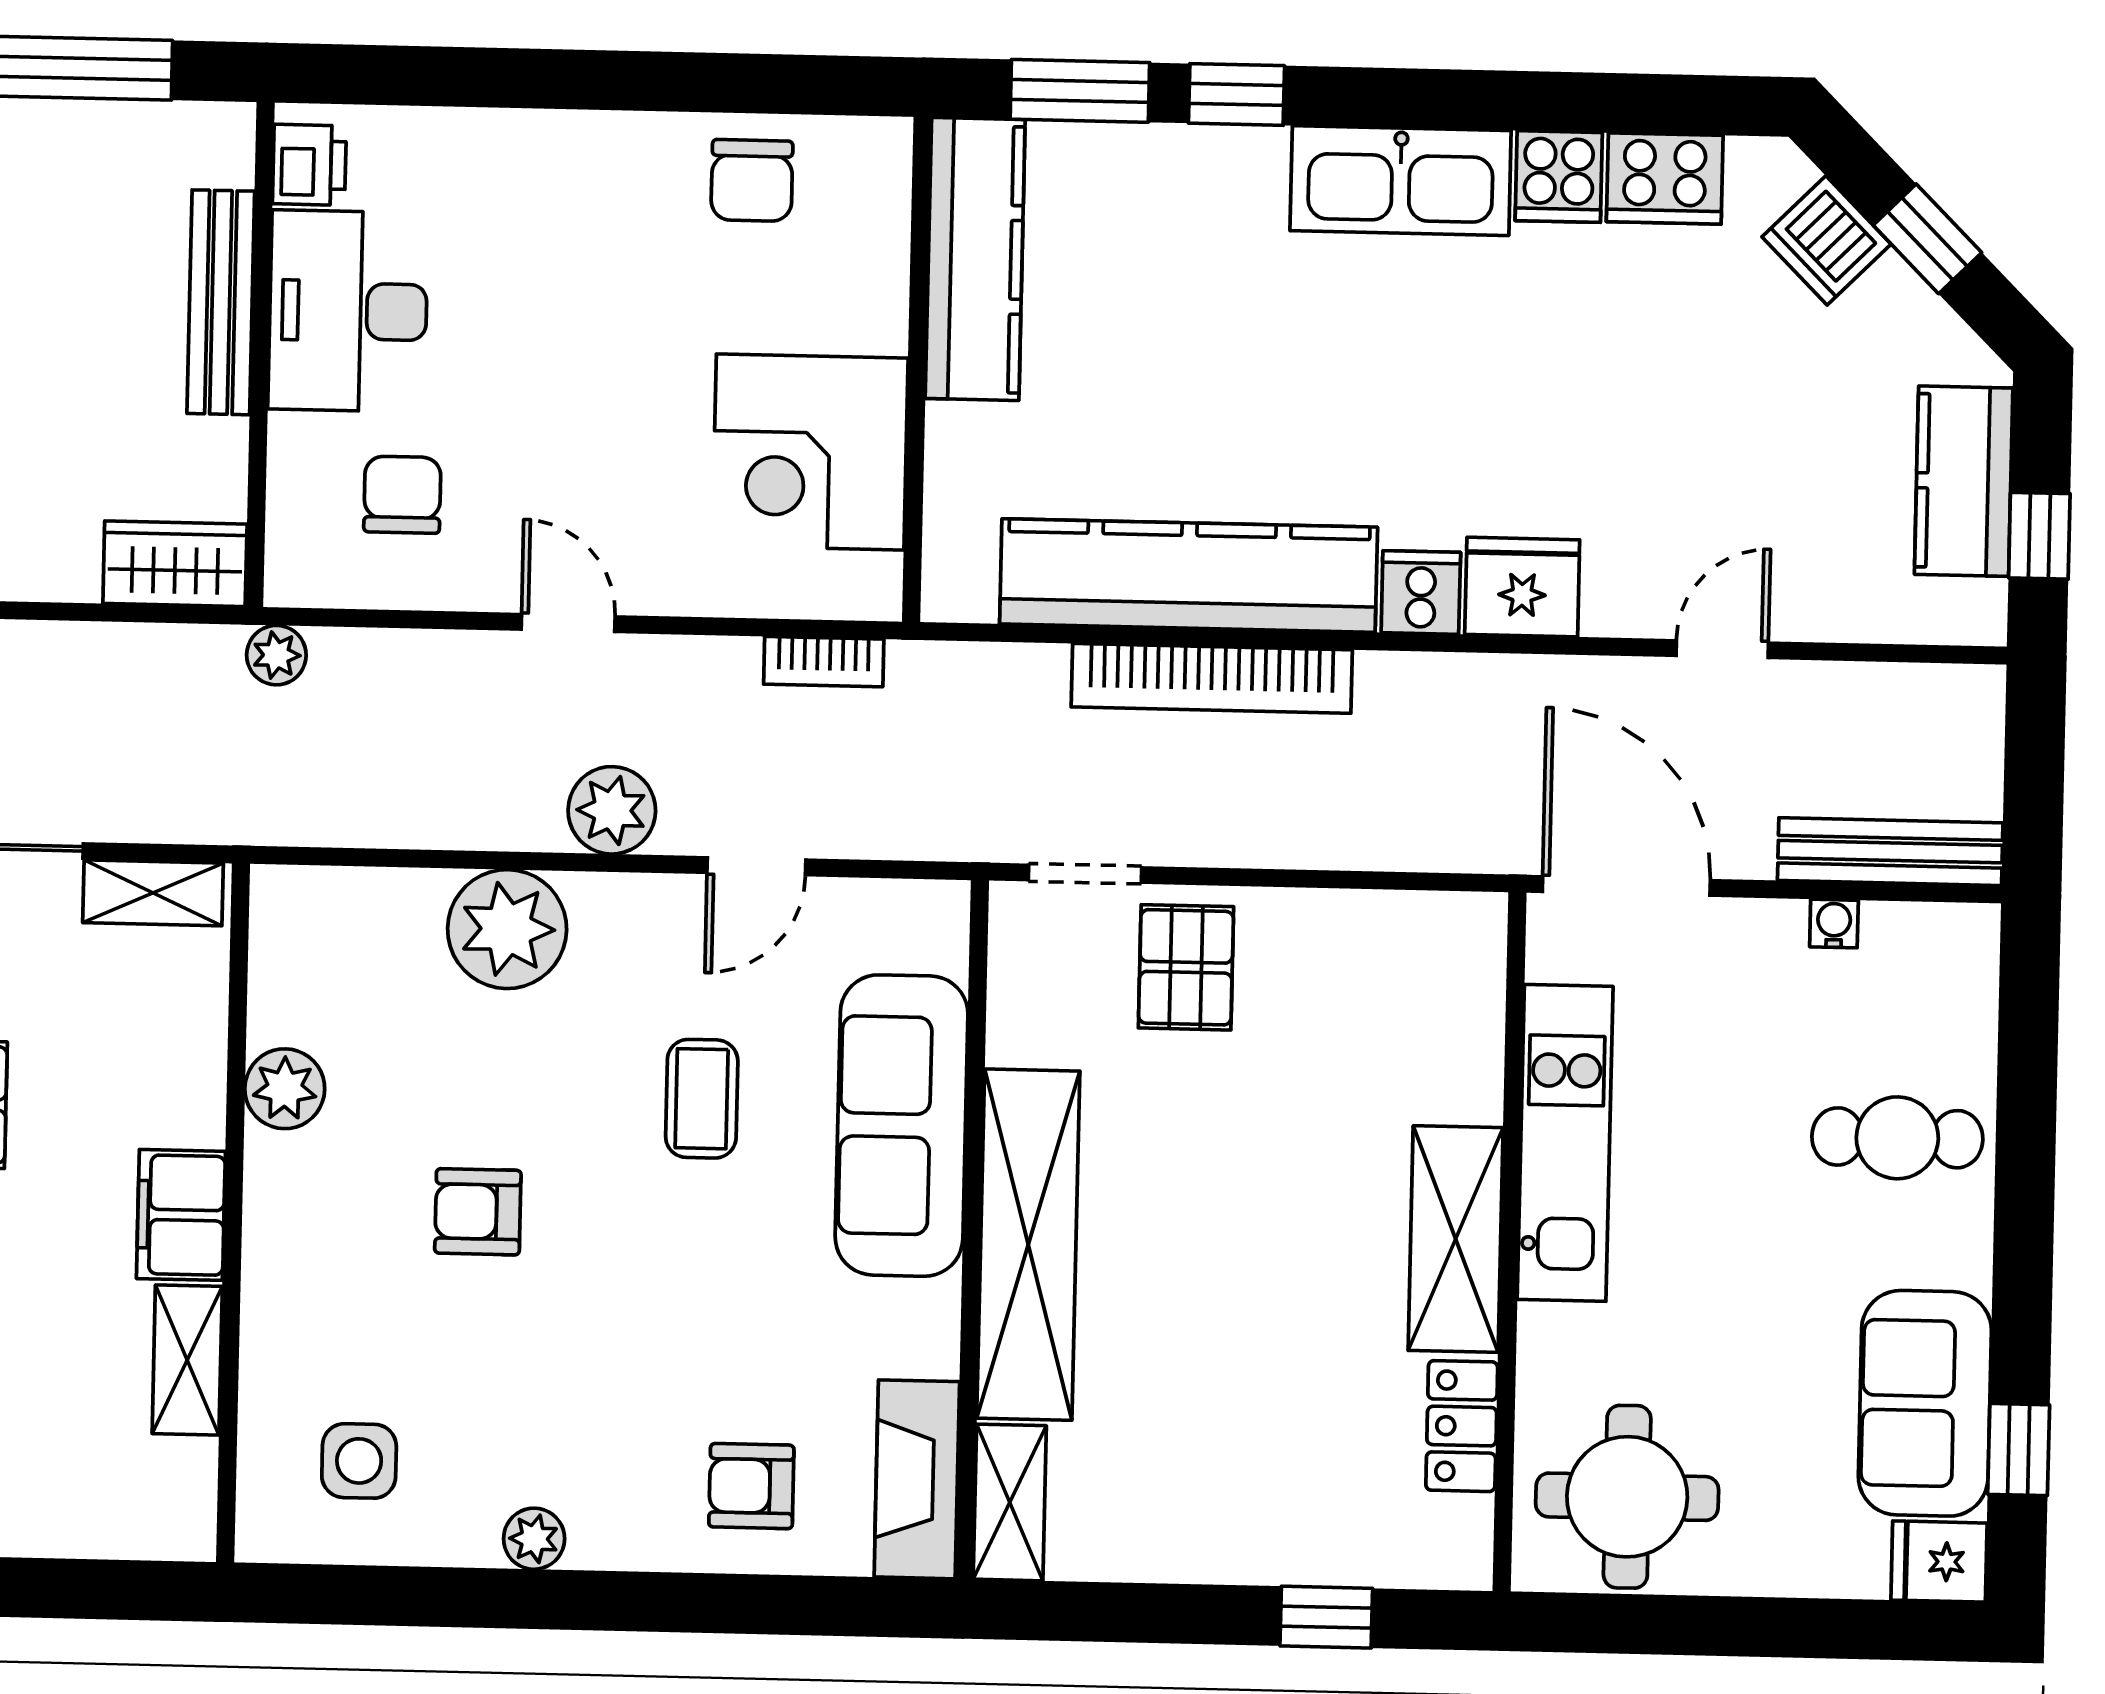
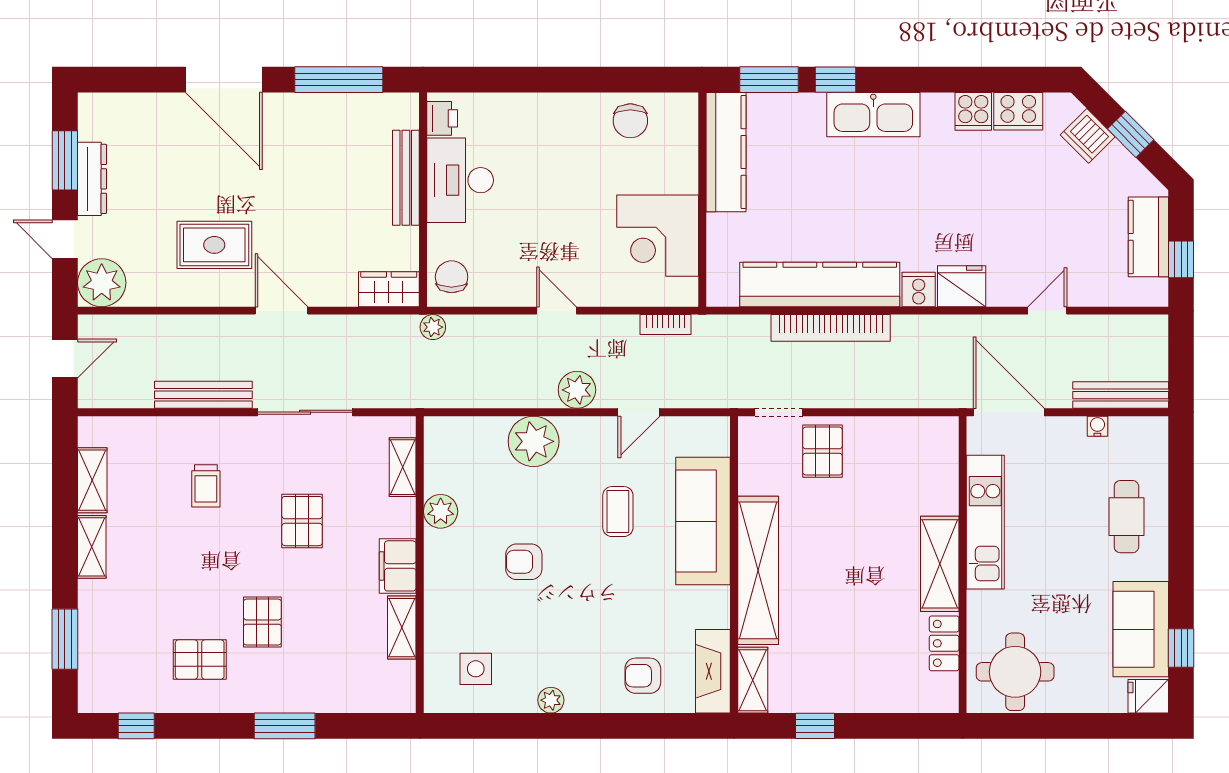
kitchen sink: (1401, 181) -> (873, 115), moved
chair: (402, 495) -> (452, 277), moved
shelving: (153, 893) -> (403, 467), moved, turned 90
cafe table: (1897, 1138) -> (1126, 517), turned 90
window: (1326, 1617) -> (815, 726), moved

